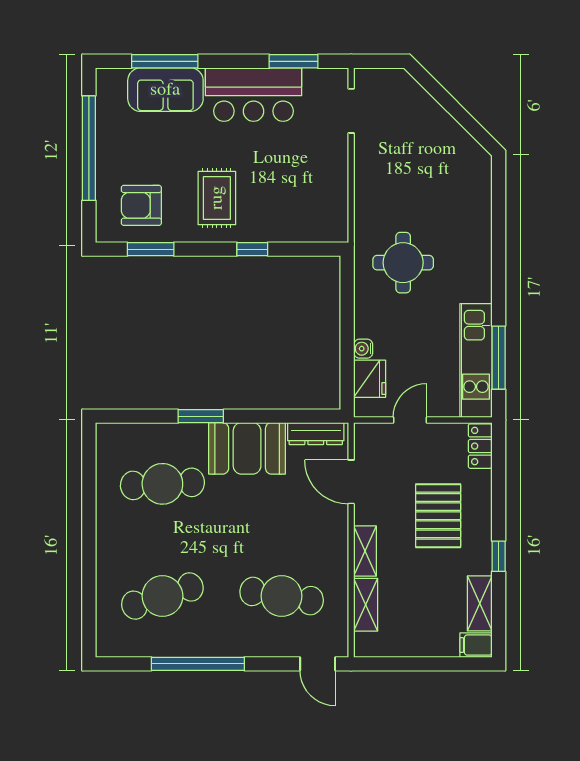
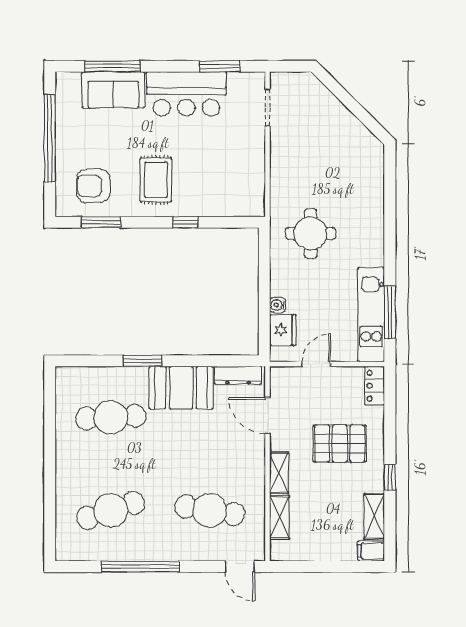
pallet: (438, 516) -> (340, 444), turned 90

